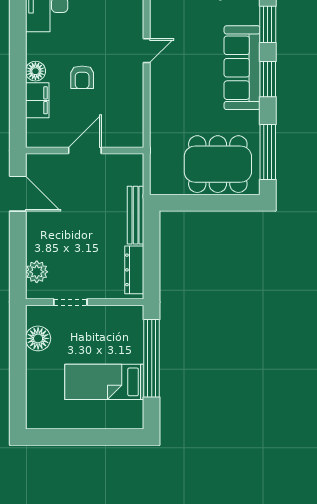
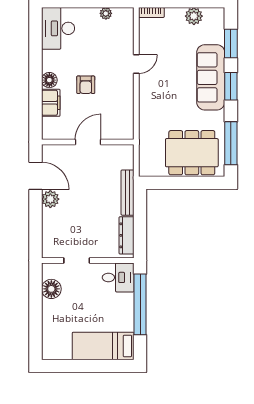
plant: (37, 272) -> (50, 199), moved
desk: (124, 324) -> (118, 277), added
bed: (104, 382) -> (103, 346), moved

